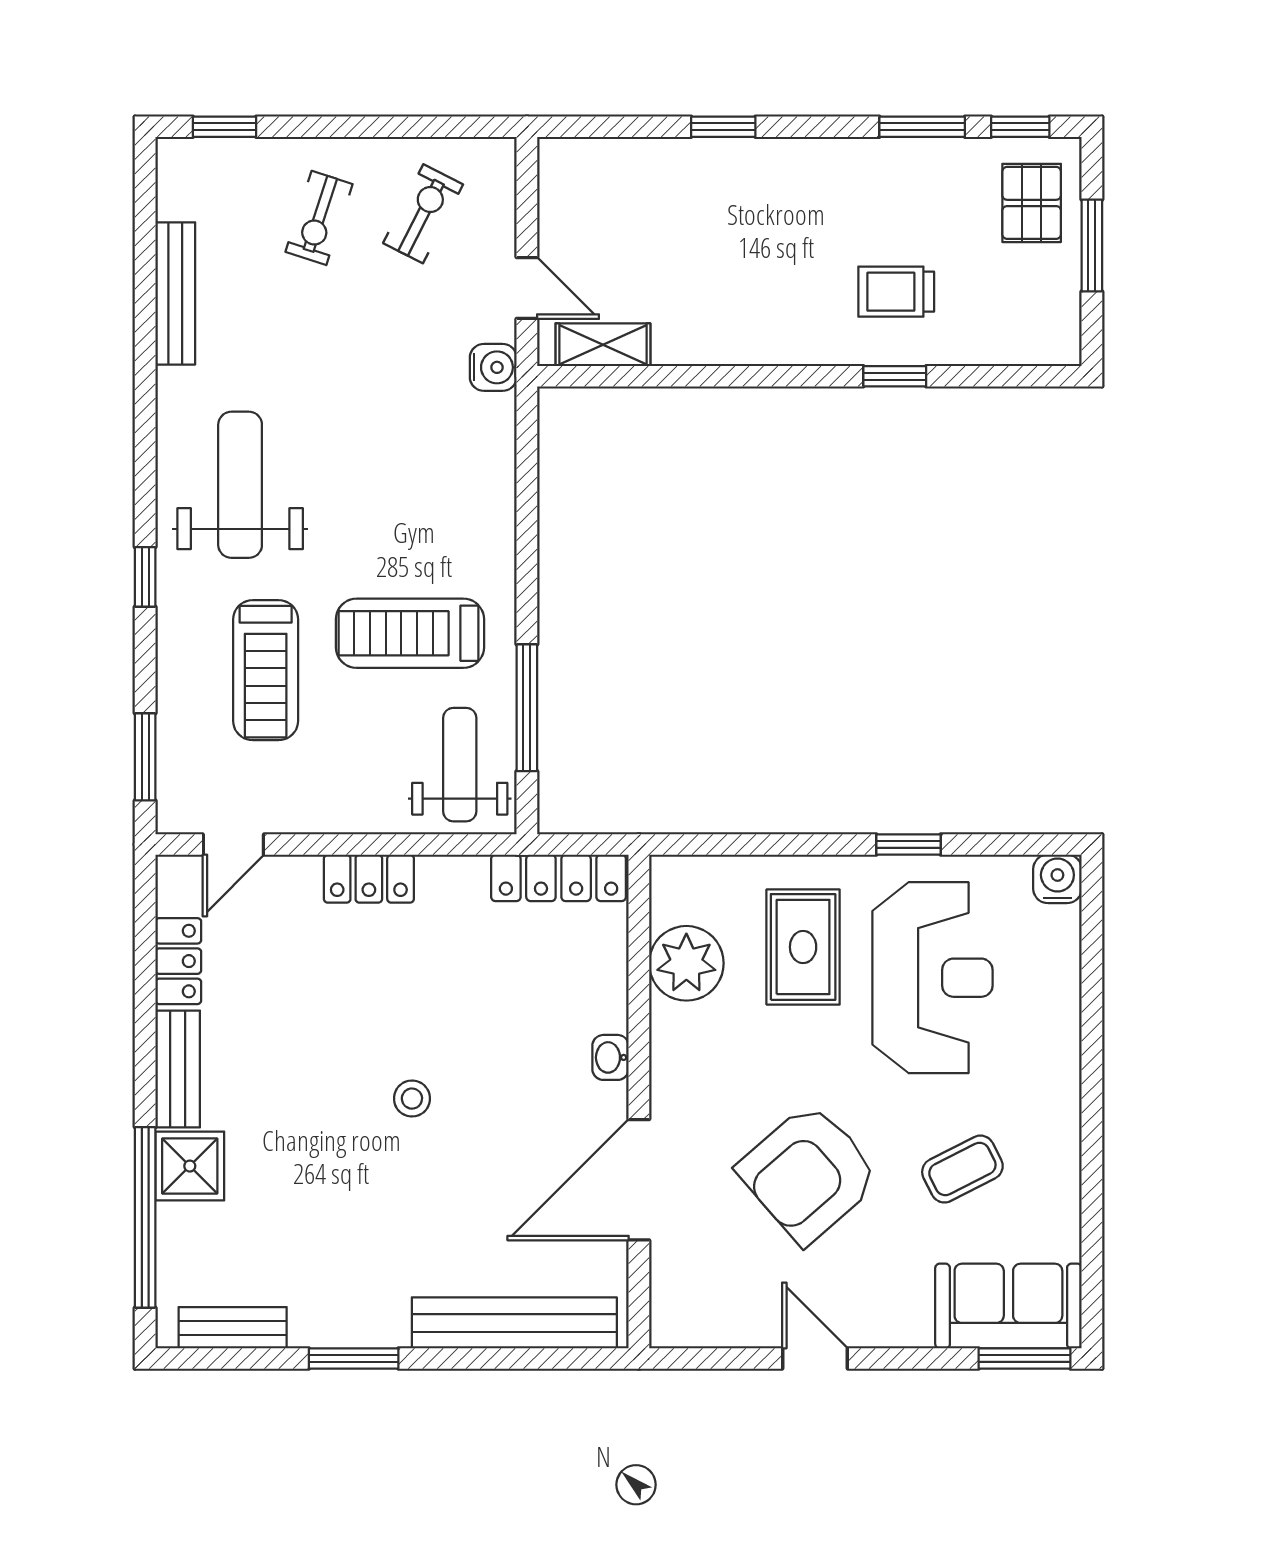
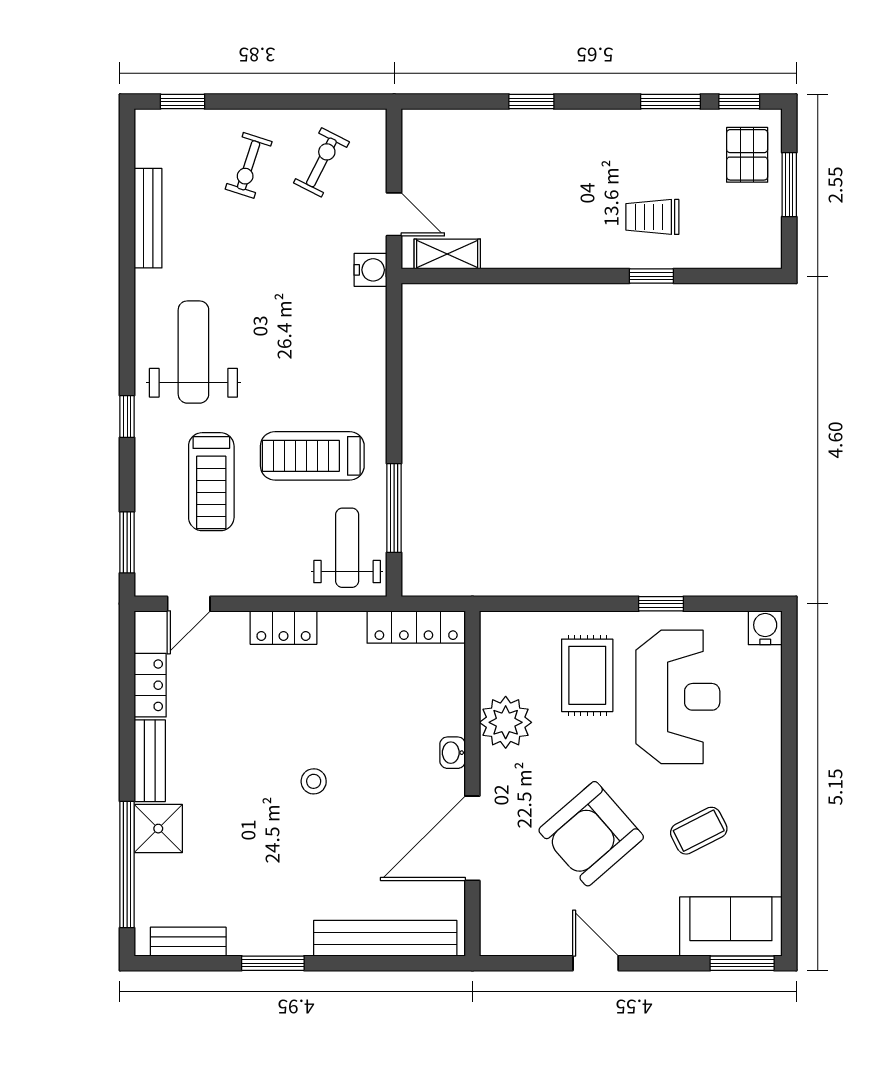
plant: (686, 963) -> (506, 722), moved

